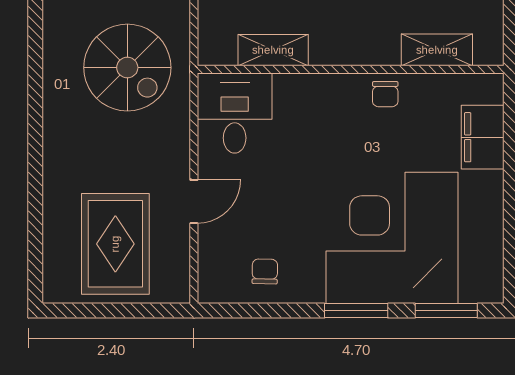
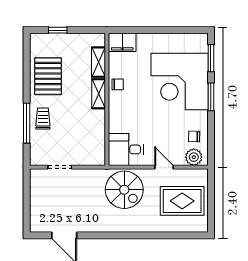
shelving: (273, 50) -> (99, 94), moved
spiral stairs: (127, 68) -> (124, 190), moved, turned 90
filing cabinet: (483, 137) -> (122, 42), moved
plant: (217, 271) -> (194, 157), added

